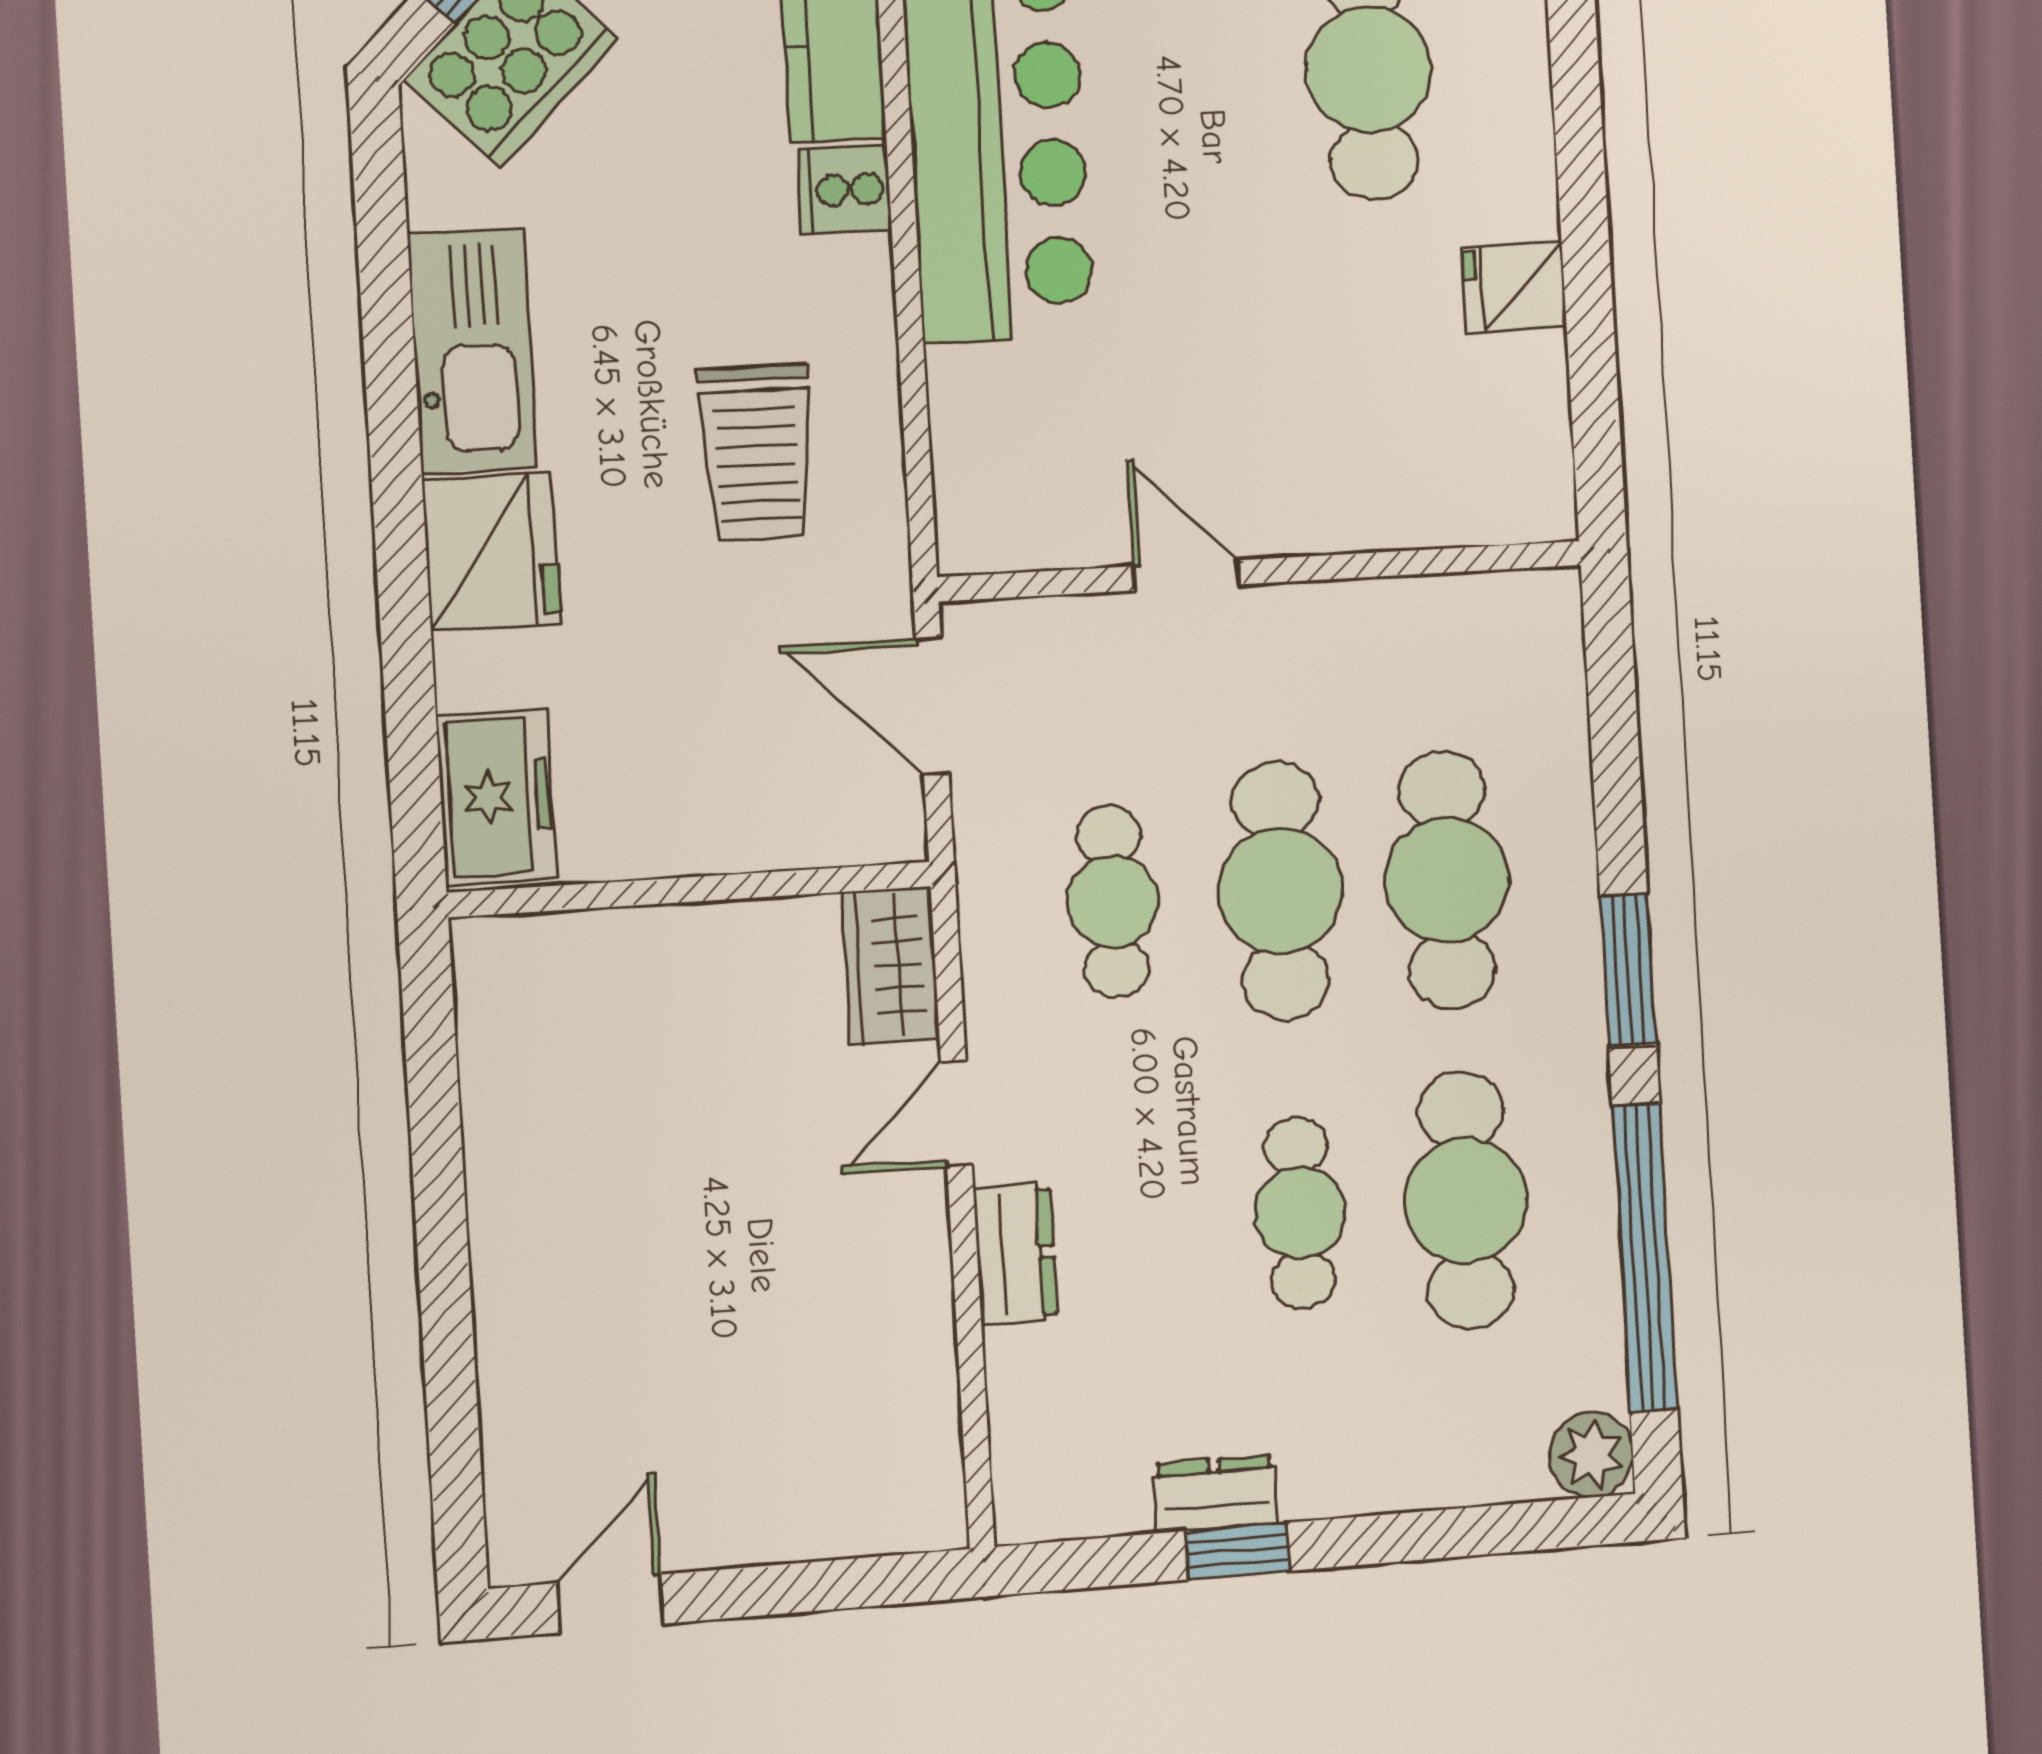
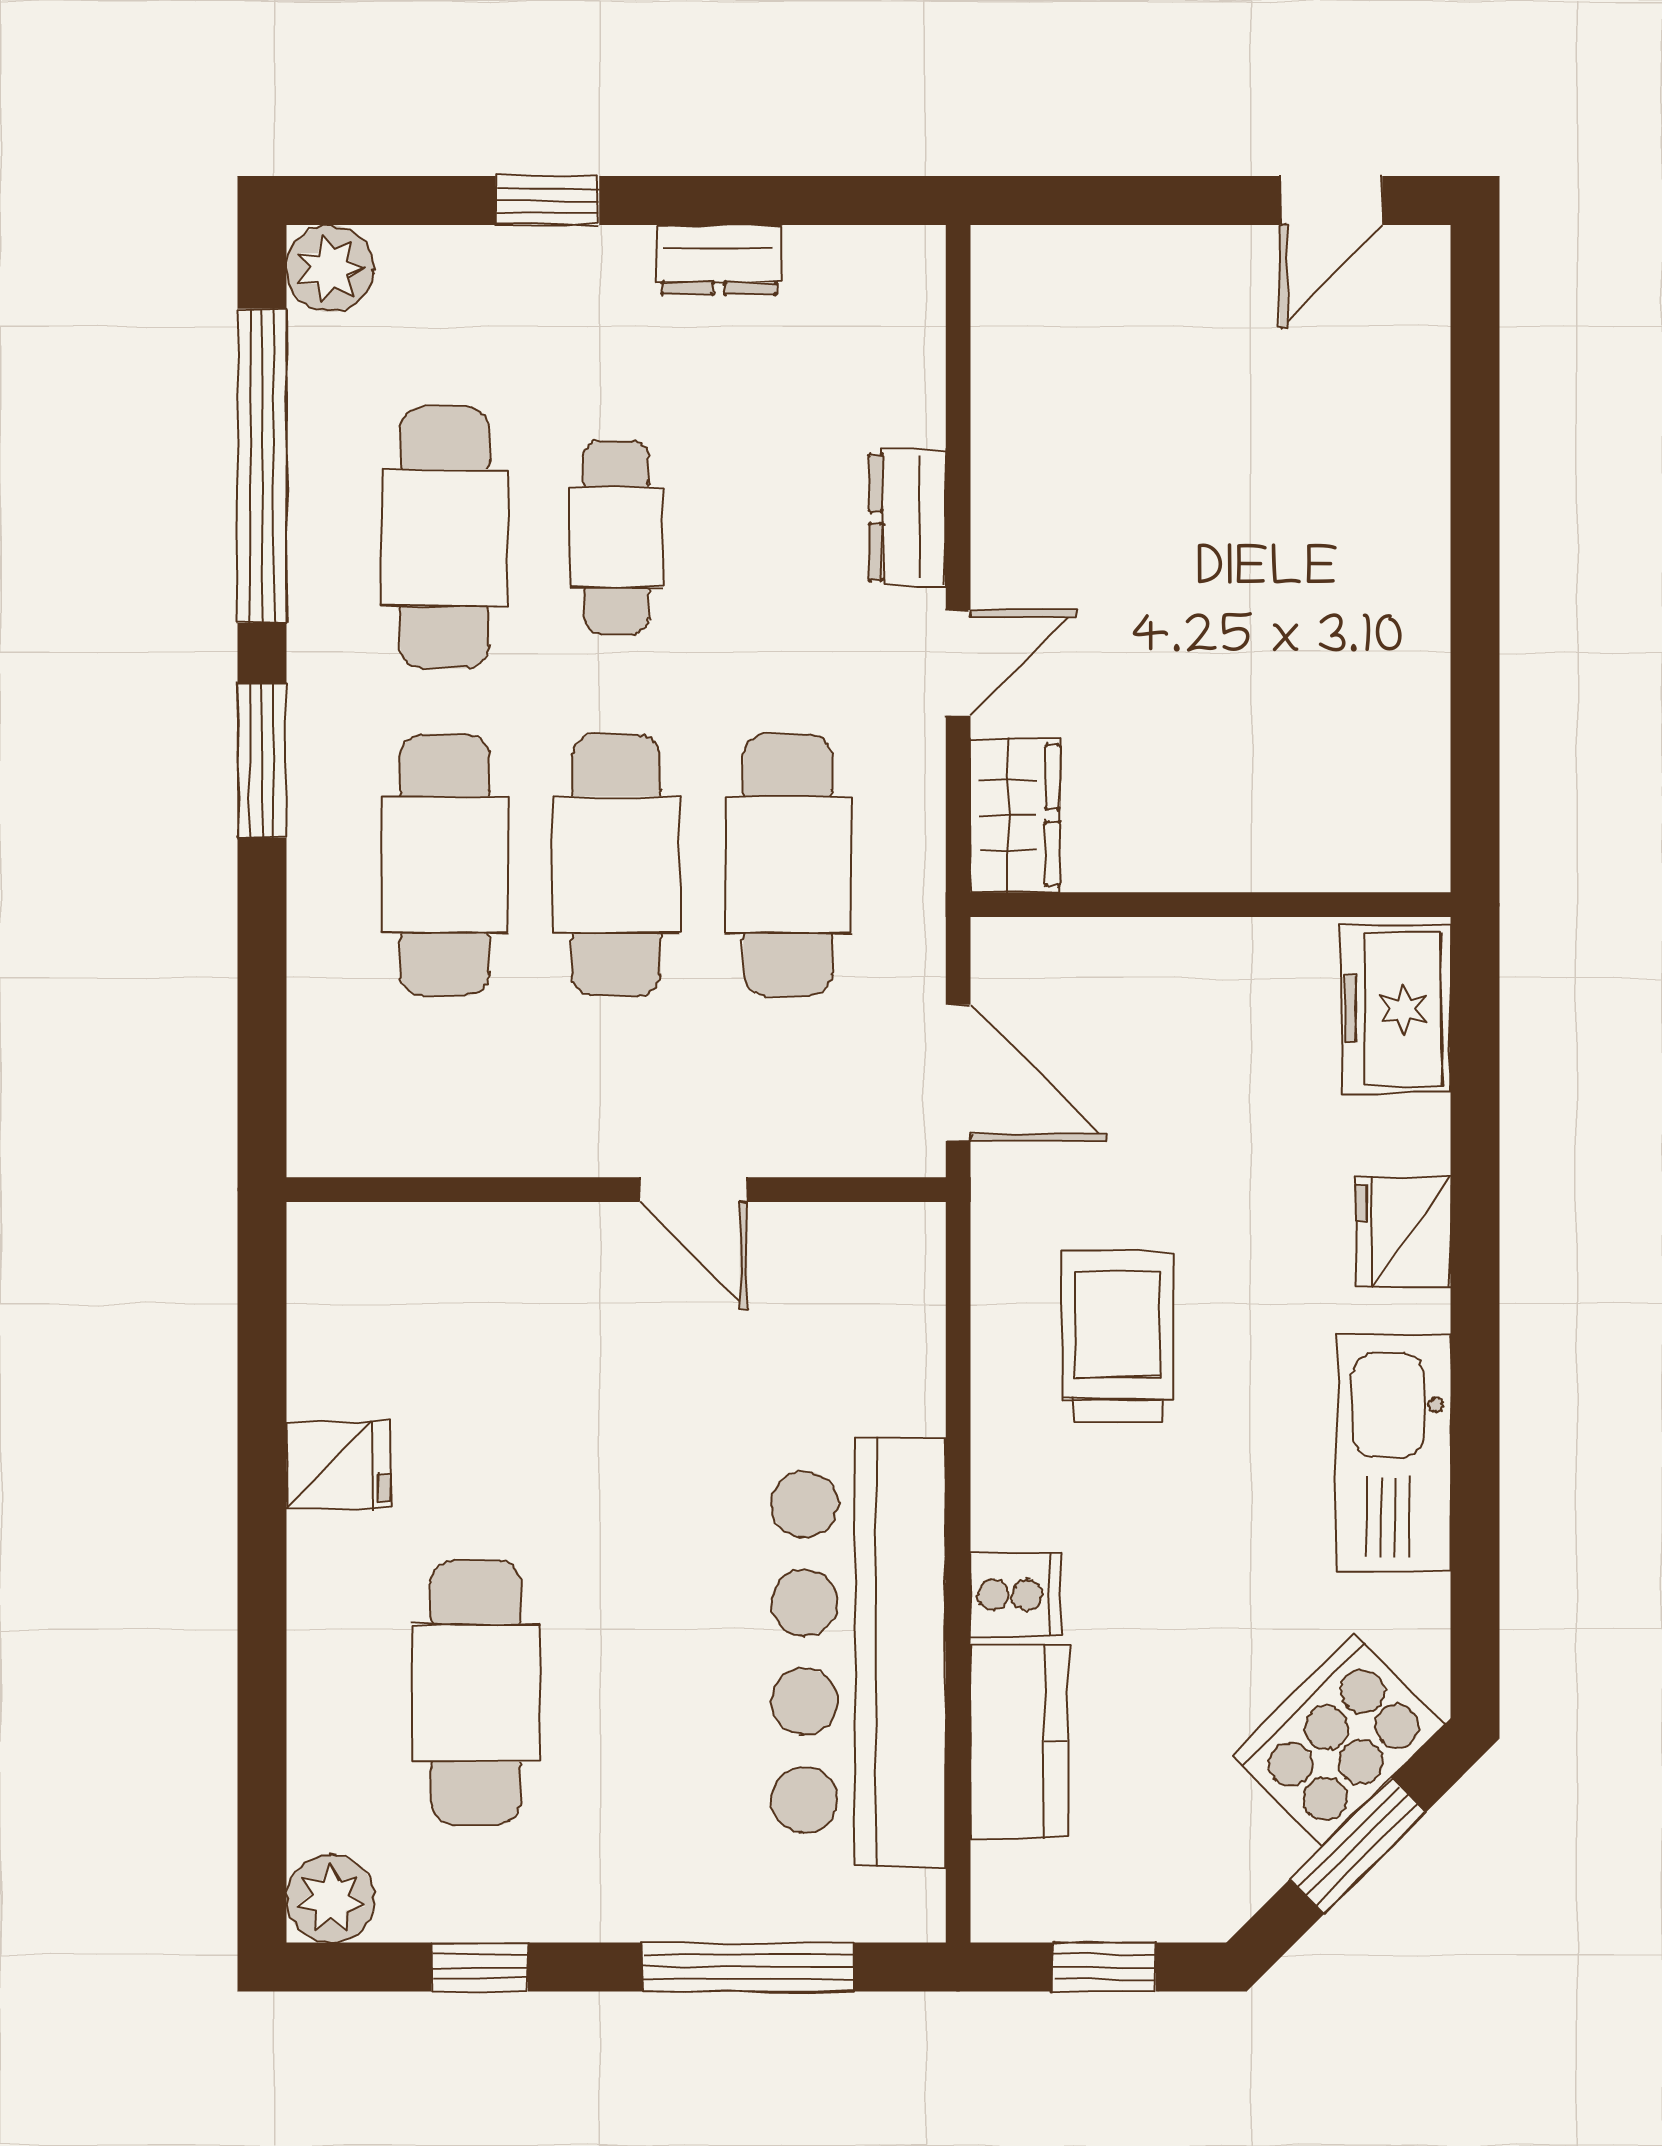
fridge: (491, 552) -> (1403, 1232), width x0.73, depth x0.75
cafe table: (1113, 902) -> (788, 865), width x1.37, depth x1.35
window: (1237, 1551) -> (548, 200), moved

